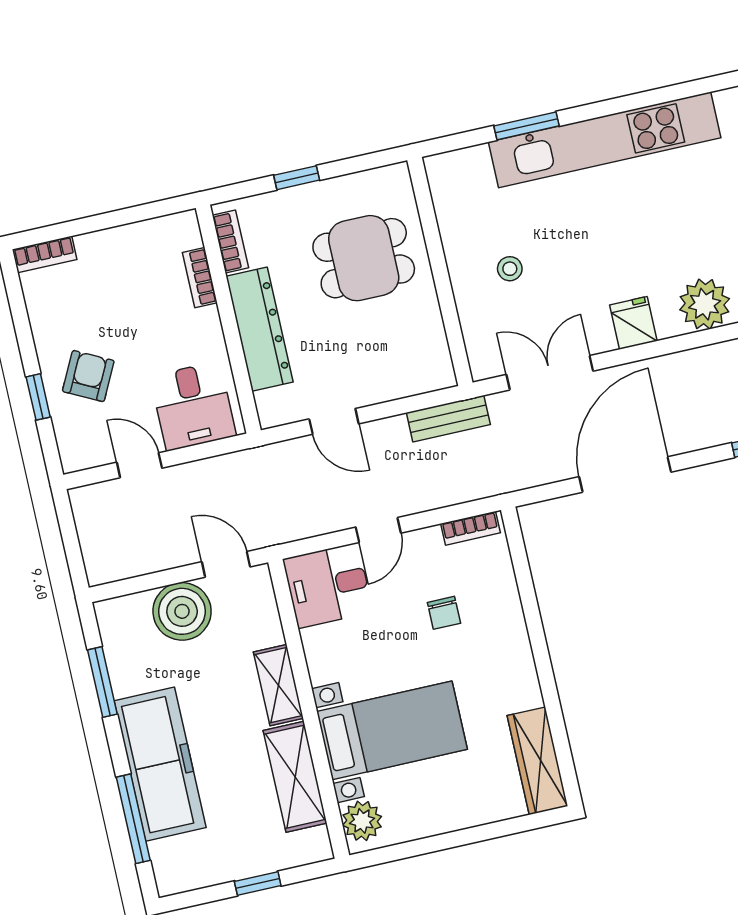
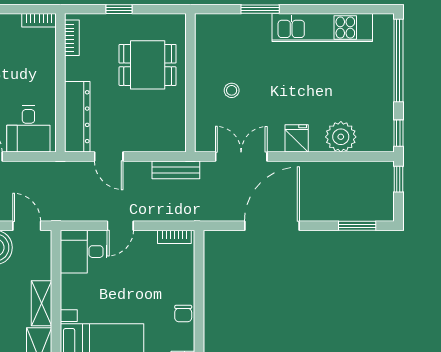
kitchen unit: (605, 140) -> (322, 28), width x0.73
bookcase: (200, 278) -> (39, 20), moved, turned -90
dresser: (260, 329) -> (77, 117), moved
chair: (444, 613) -> (183, 314), moved

